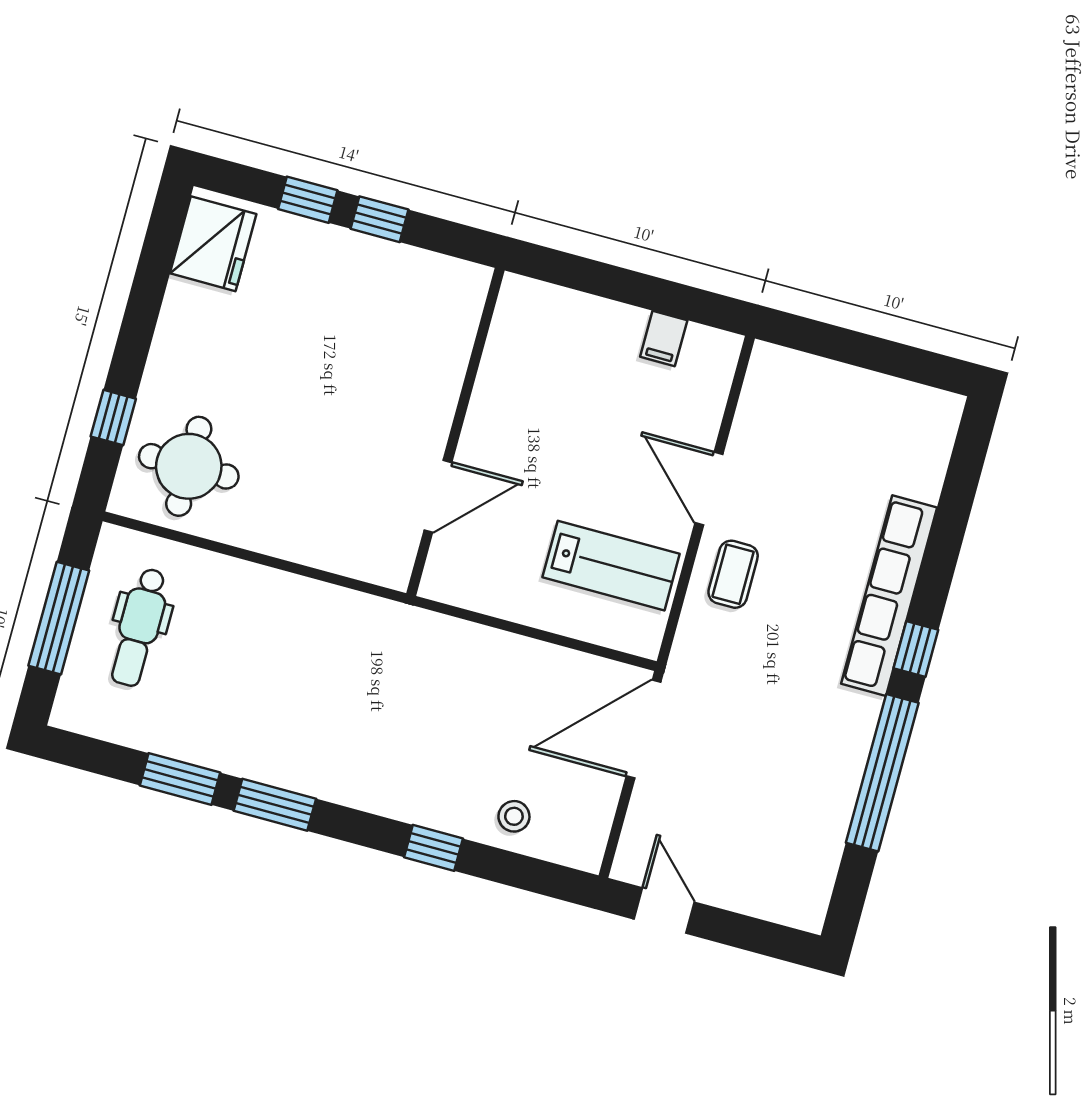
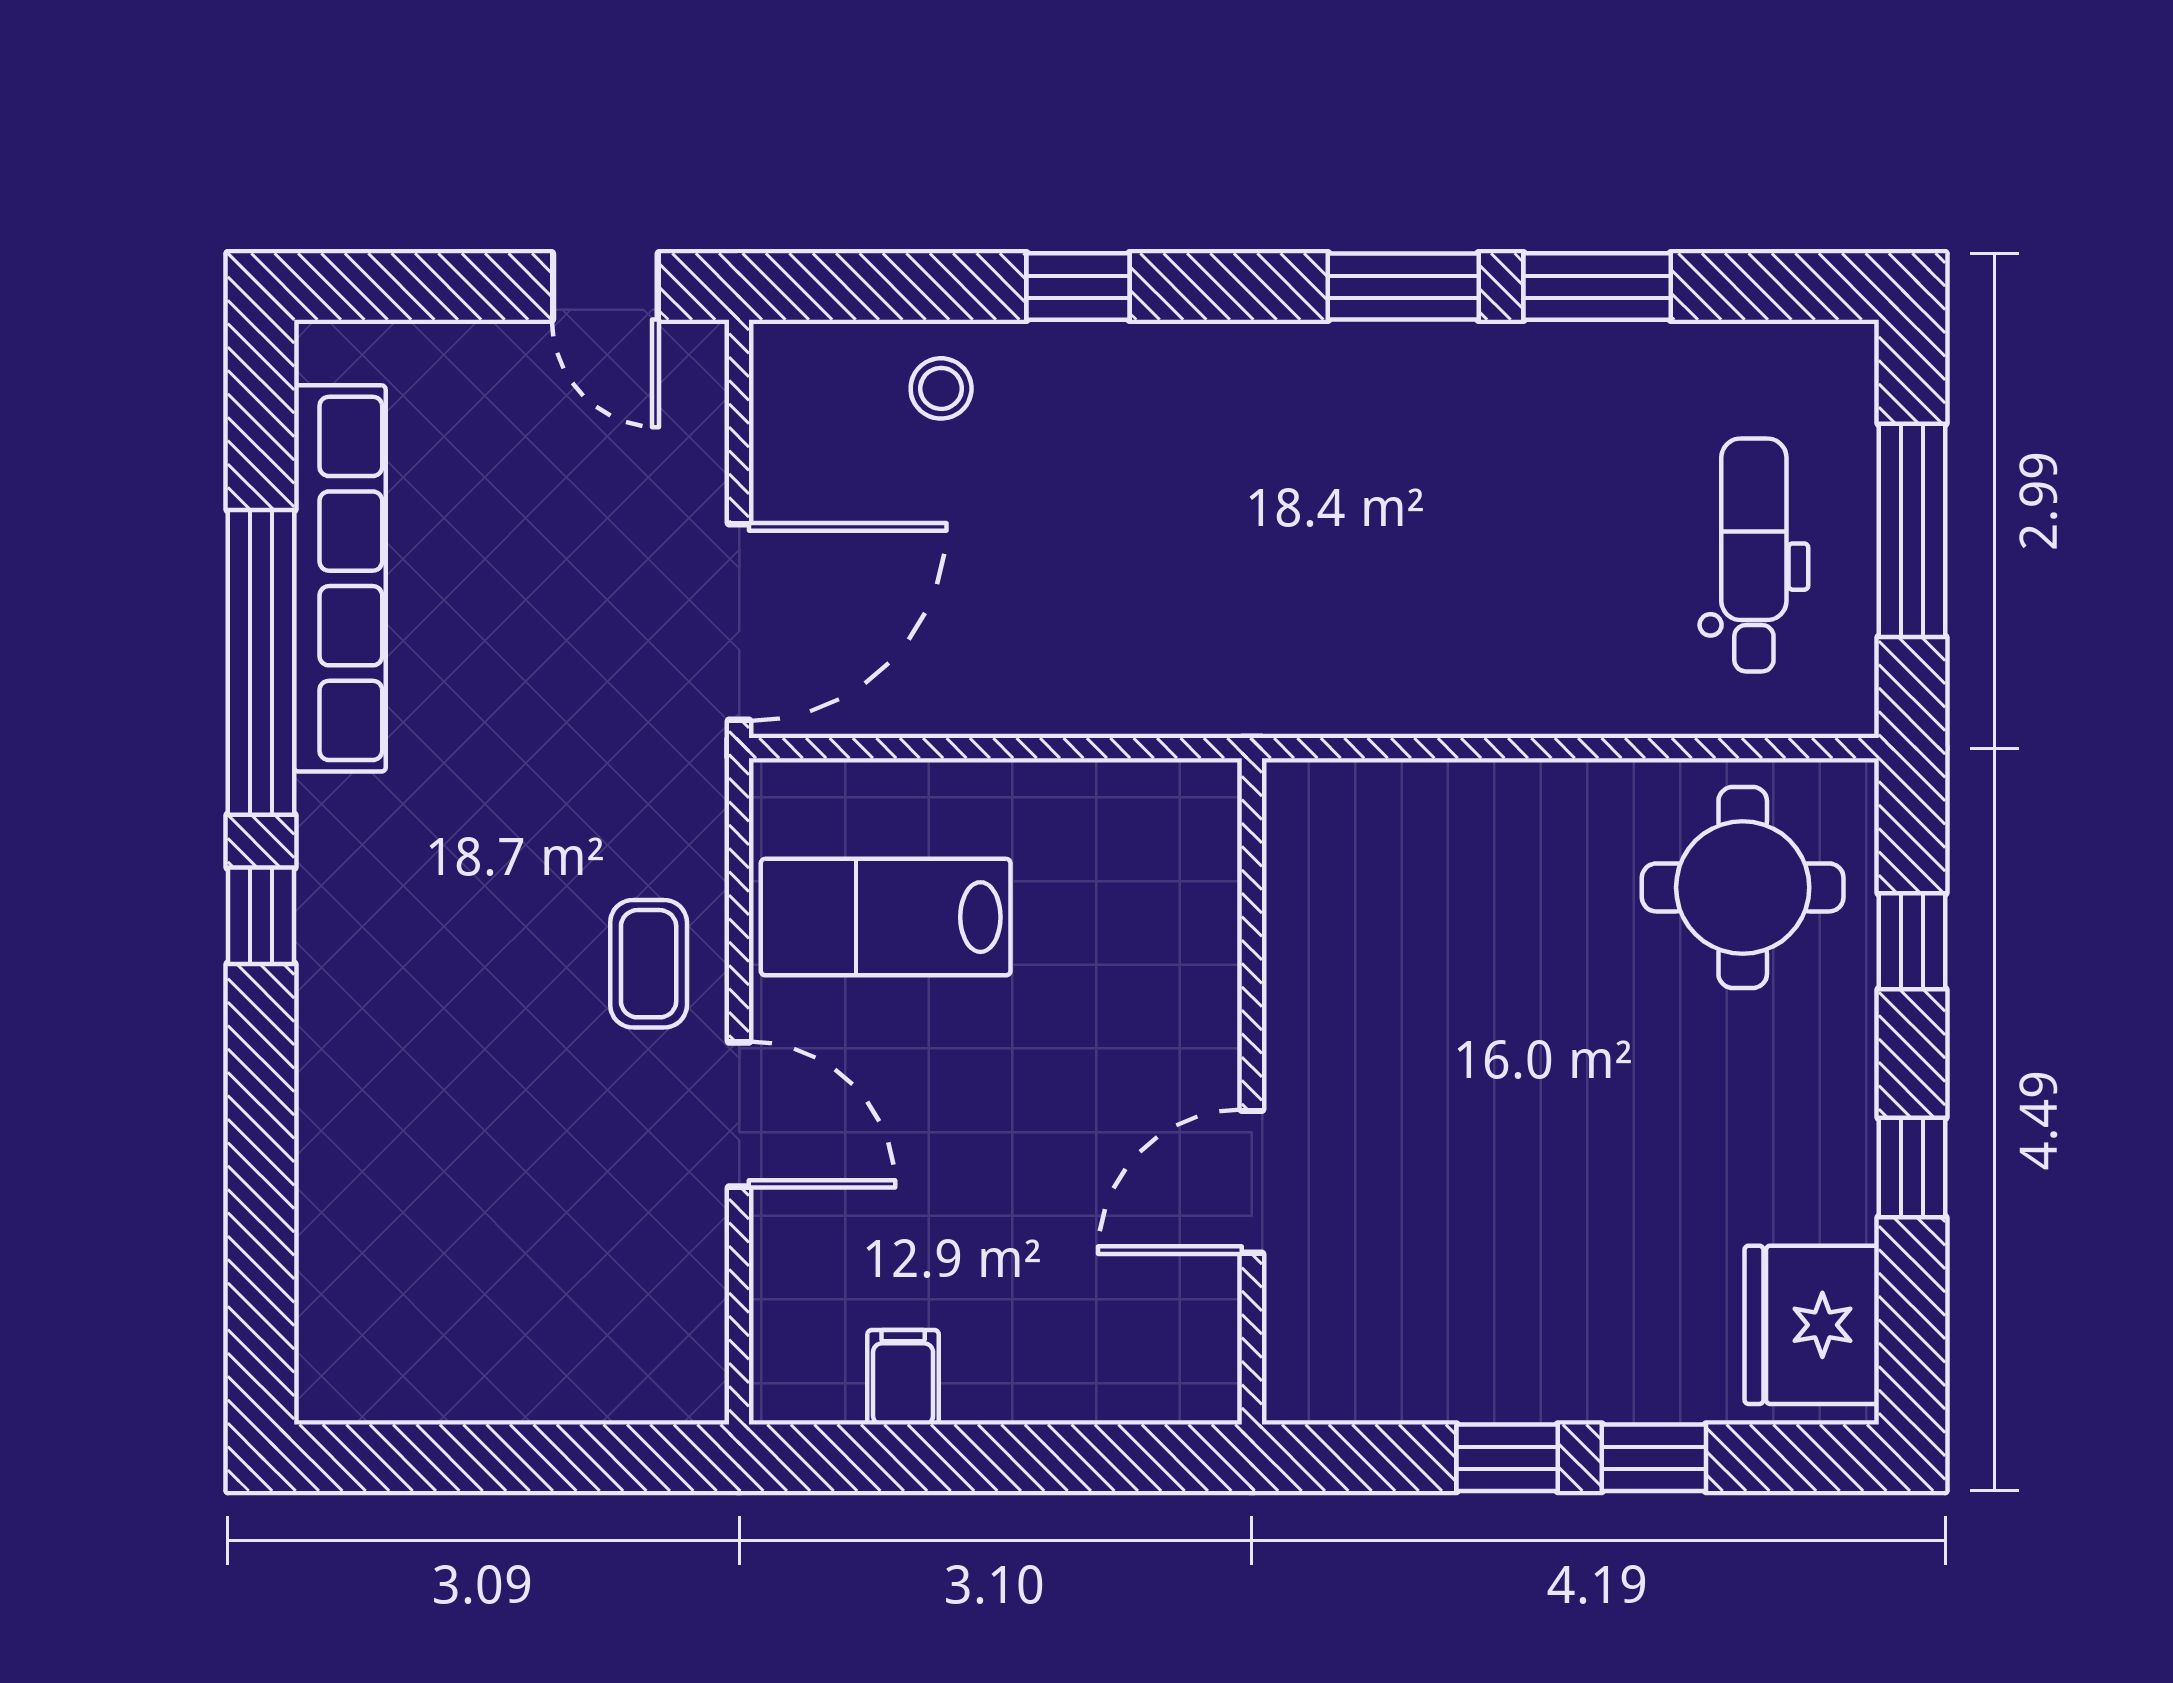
window: (143, 307) -> (1912, 1167), added
door: (438, 496) -> (1252, 1182), moved
row of seats: (889, 596) -> (340, 578), moved

